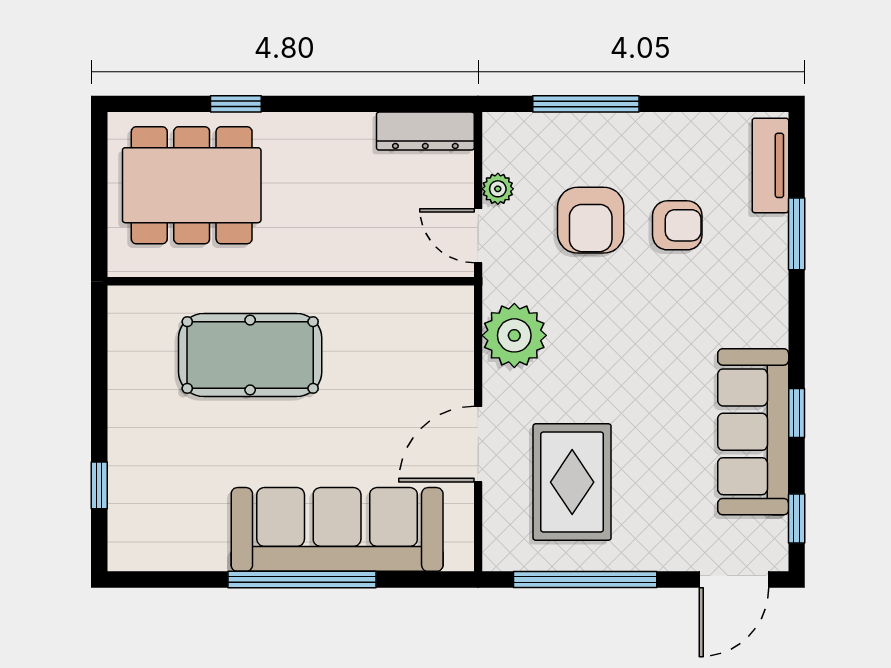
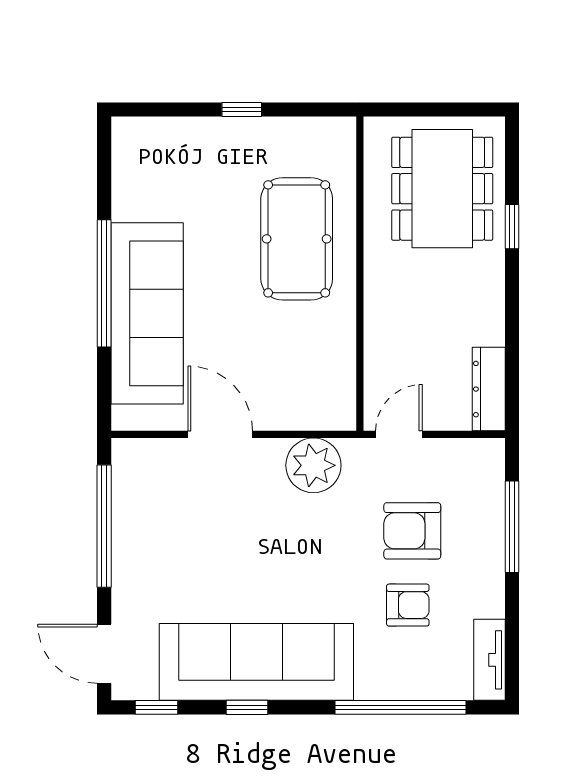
tv unit: (770, 165) -> (490, 660), moved, turned -90
plant: (498, 189) -> (439, 451), removed
armchair: (677, 225) -> (408, 605), turned -90
window: (797, 234) -> (400, 707), width x2.11
sofa: (753, 432) -> (256, 662), width x1.36, depth x1.27
rug: (572, 482) -> (188, 515), removed
window: (99, 485) -> (242, 109), moved

